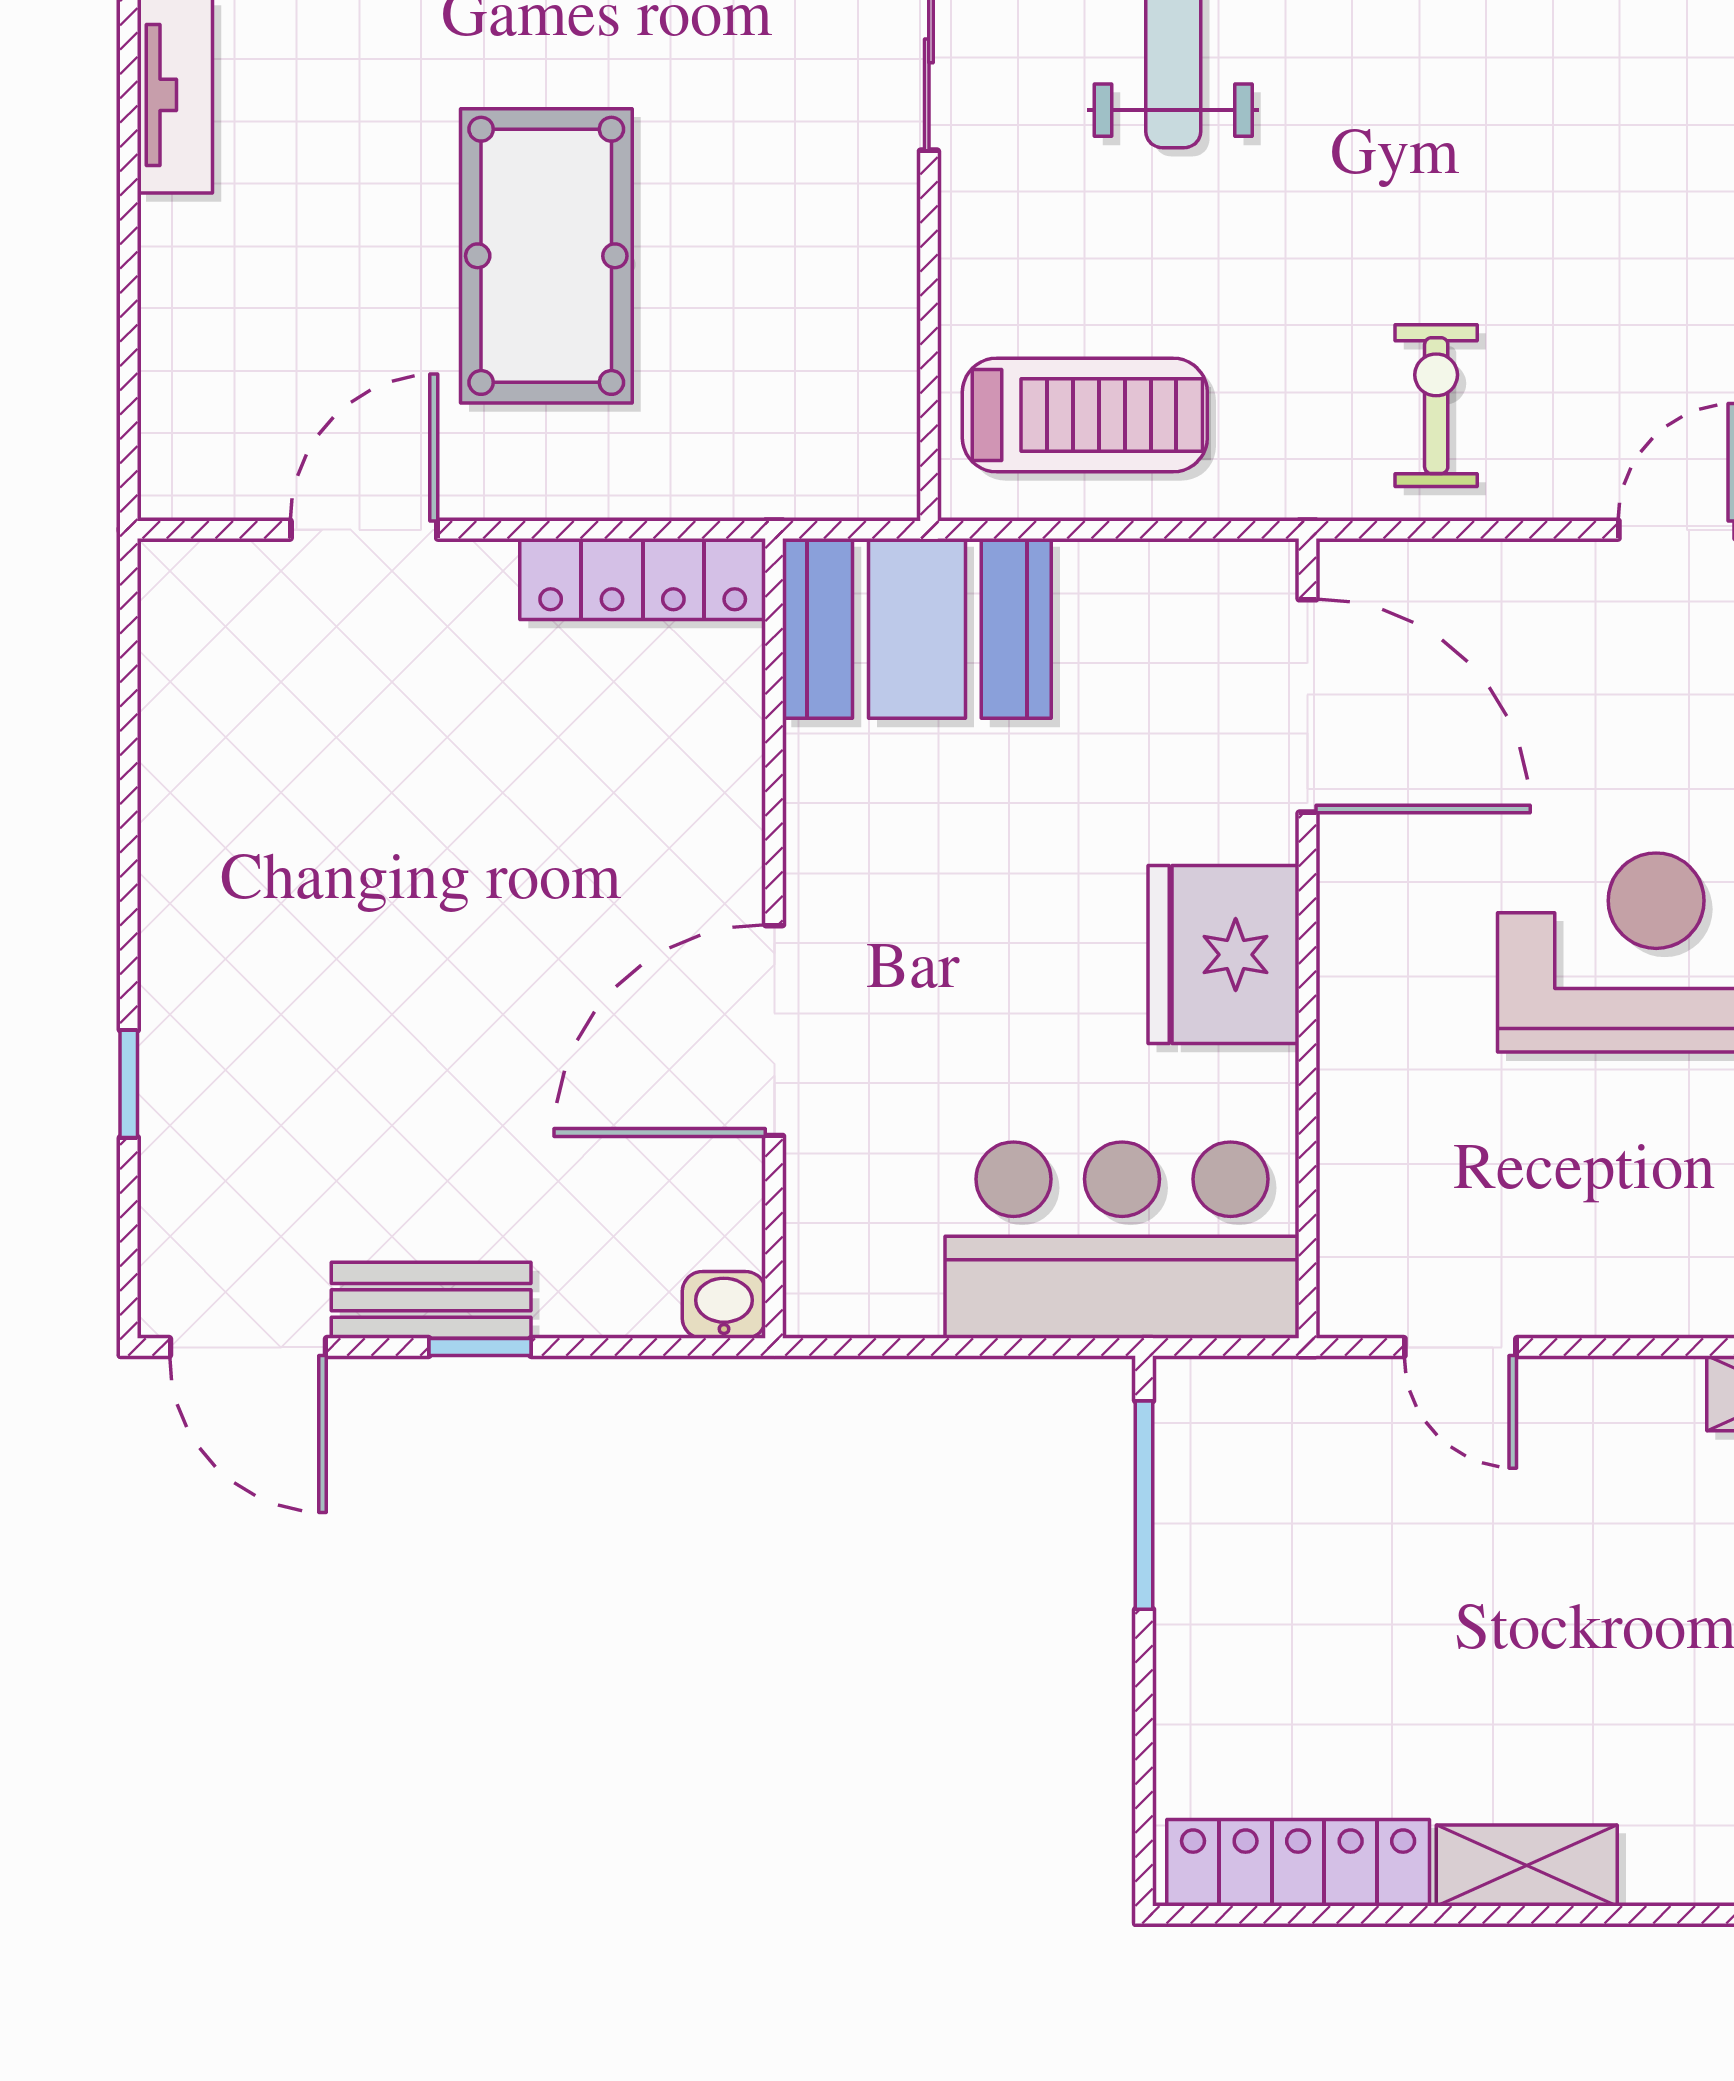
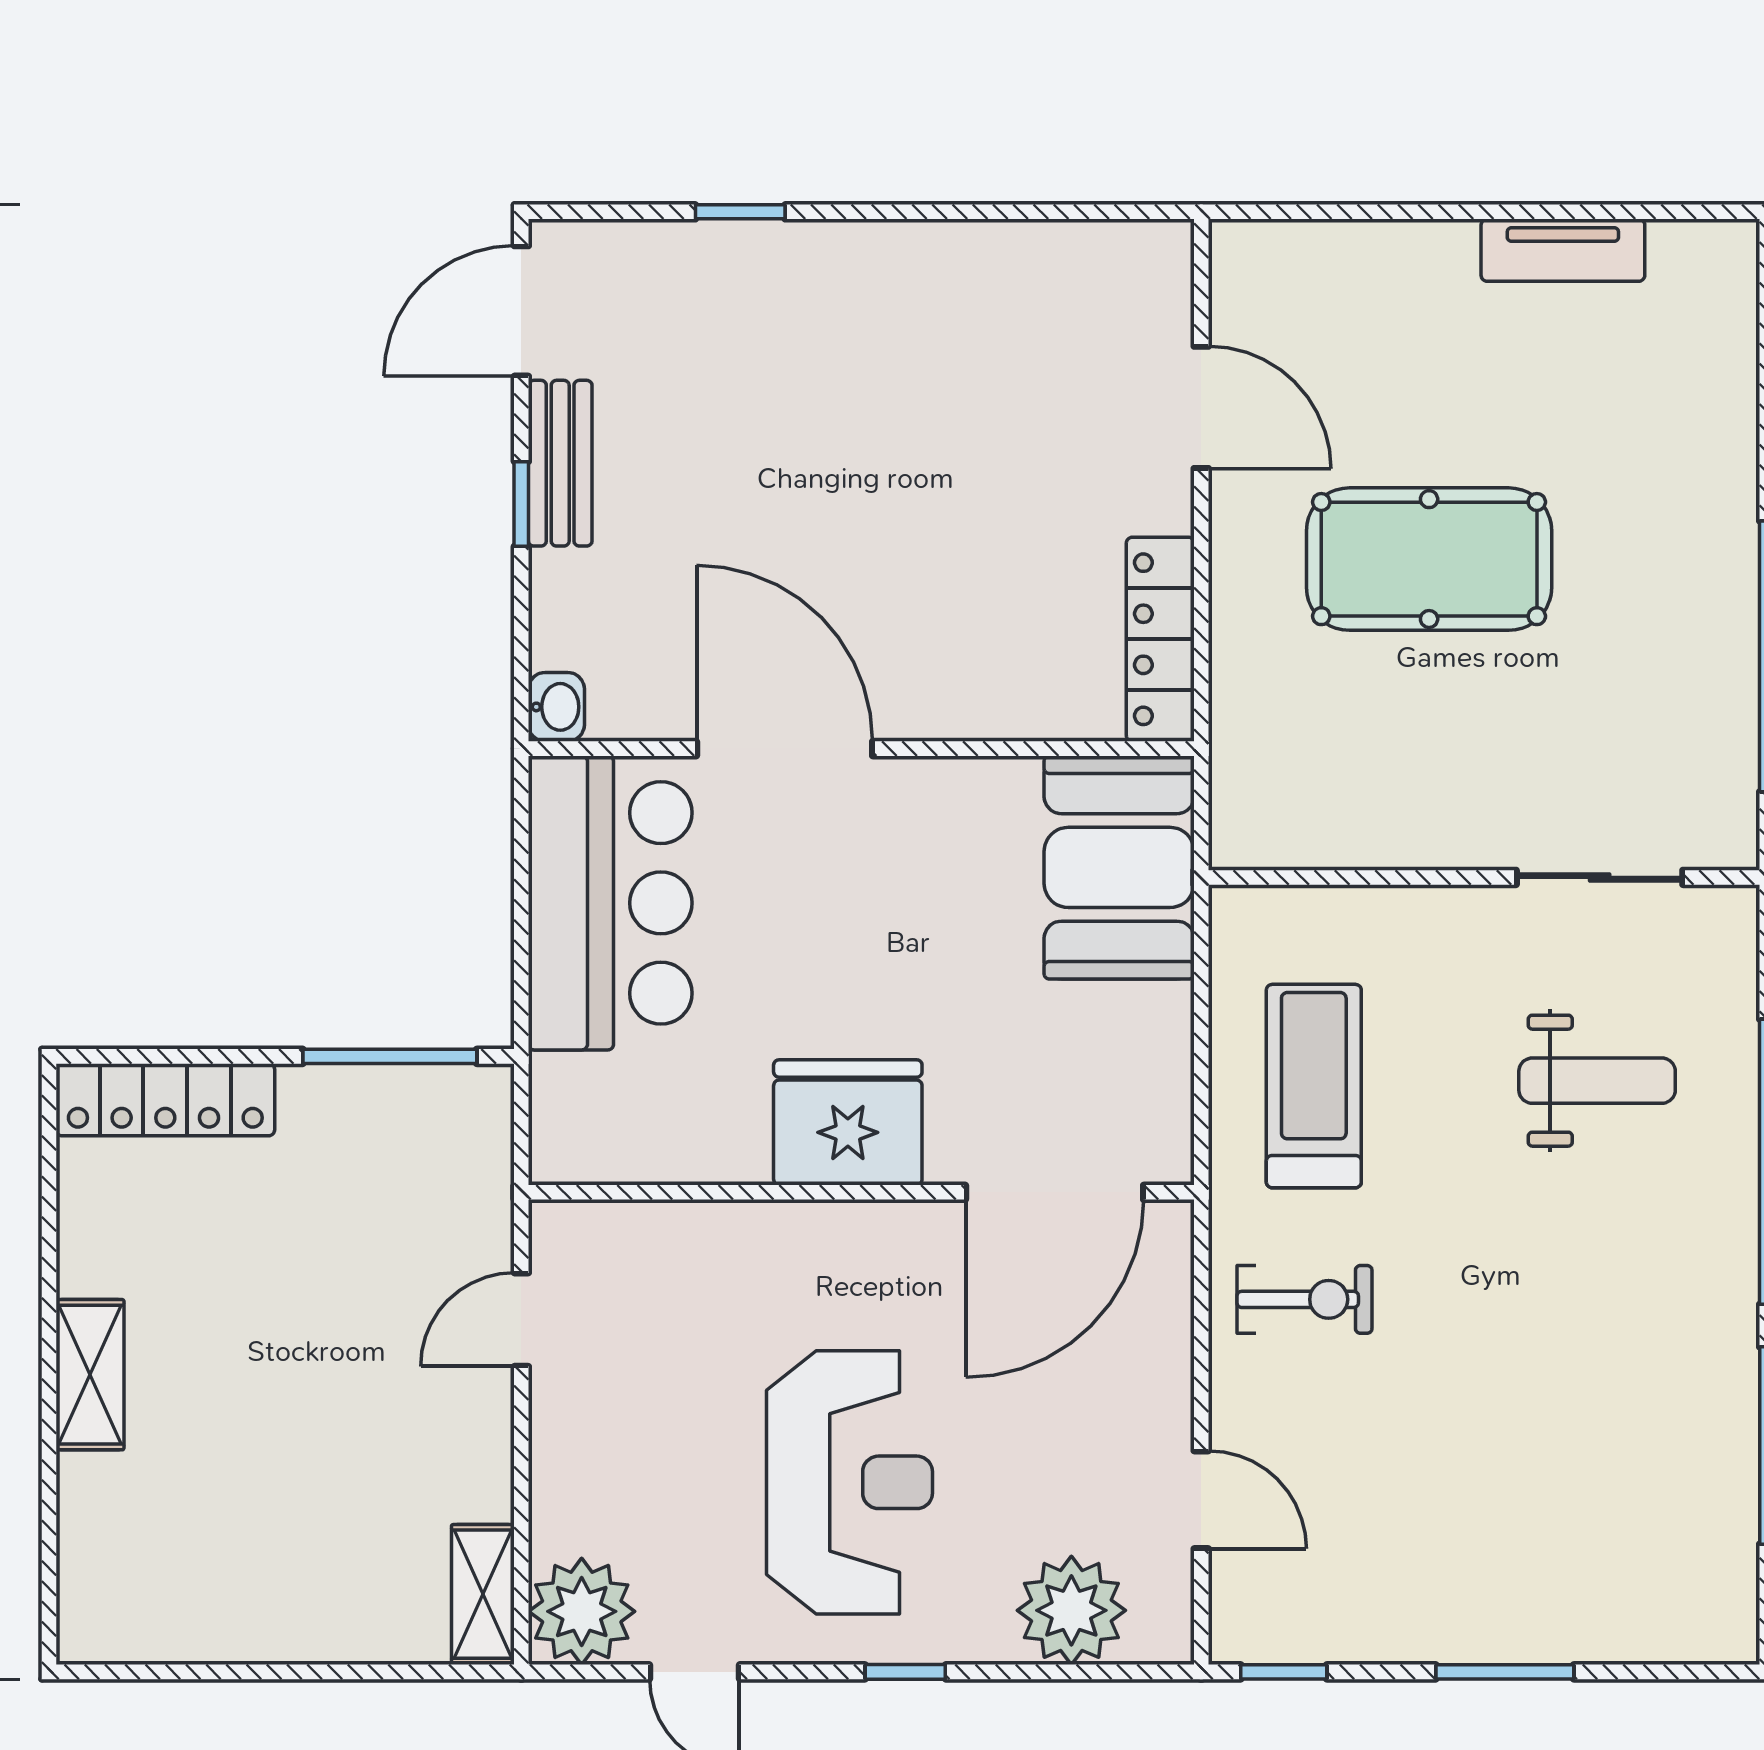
treadmill: (1085, 415) -> (1314, 1086), moved, turned 180
bar counter: (1122, 1240) -> (610, 903), moved
locker: (1298, 1863) -> (165, 1100), moved, turned 90

